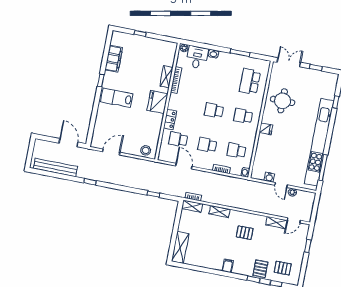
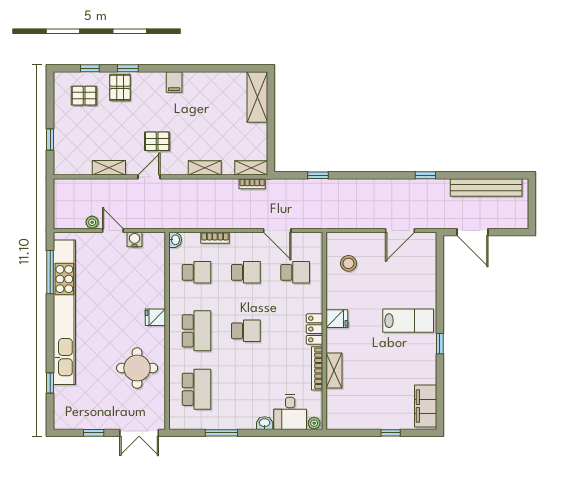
filing cabinet: (114, 59) -> (426, 406), moved
fridge: (157, 102) -> (337, 319), width x0.53, depth x0.75
school desk: (243, 116) -> (196, 331), width x1.85
locker: (170, 119) -> (315, 329), moved
stool: (146, 150) -> (348, 263), moved
door: (294, 220) -> (149, 177), moved

